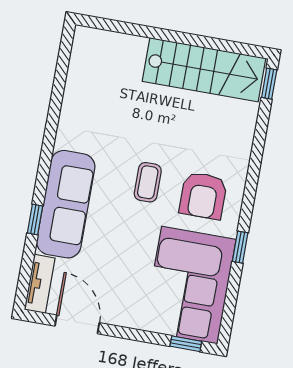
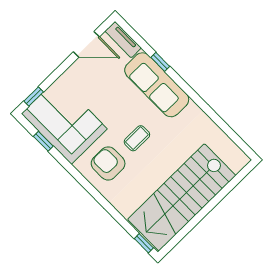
stairs: (204, 70) -> (182, 197), width x1.36, depth x1.51
coffee table: (148, 182) -> (137, 138), turned 90
window: (240, 247) -> (43, 141), moved

